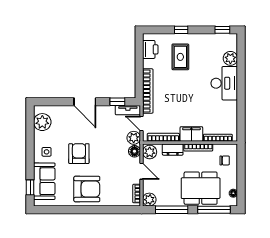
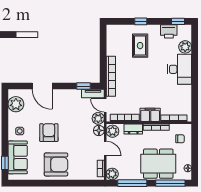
printer: (150, 49) -> (169, 31), moved, turned 90
door: (85, 102) -> (42, 86), moved

